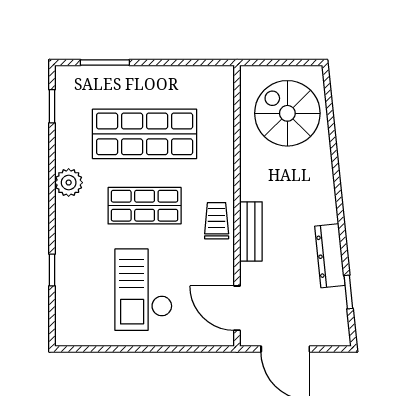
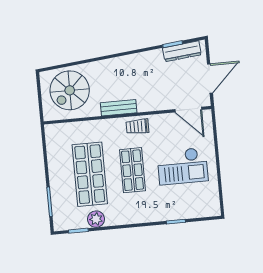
plant: (69, 183) -> (96, 219), moved
bench: (251, 231) -> (119, 108), moved
dresser: (330, 256) -> (182, 51), moved
door: (237, 308) -> (188, 110), hinge flipped

